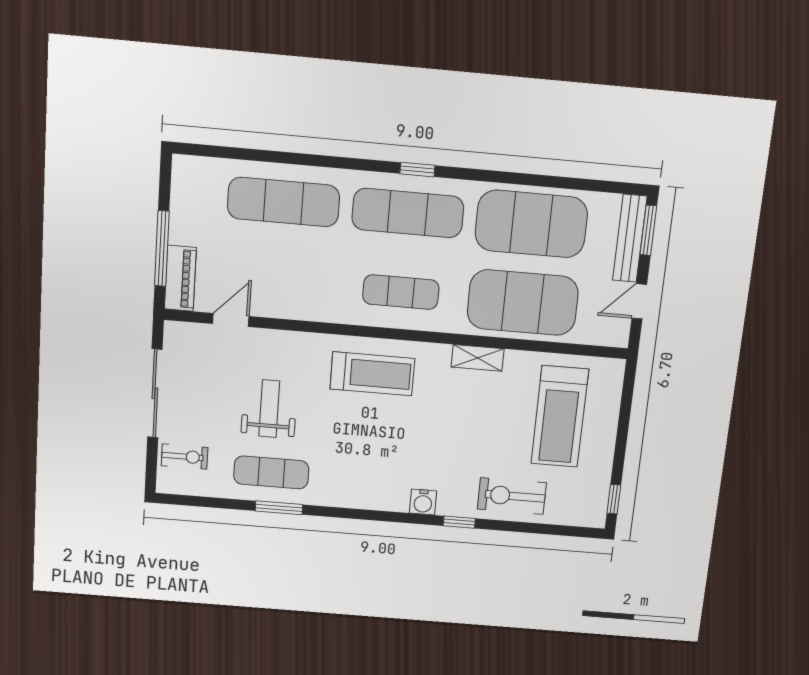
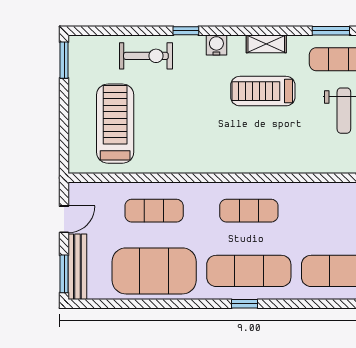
exercise mat: (523, 303) -> (154, 211), width x0.50, depth x0.69
shelving: (478, 358) -> (266, 44), moved
treadmill: (372, 374) -> (263, 91), moved
window: (614, 499) -> (64, 60), width x1.50

